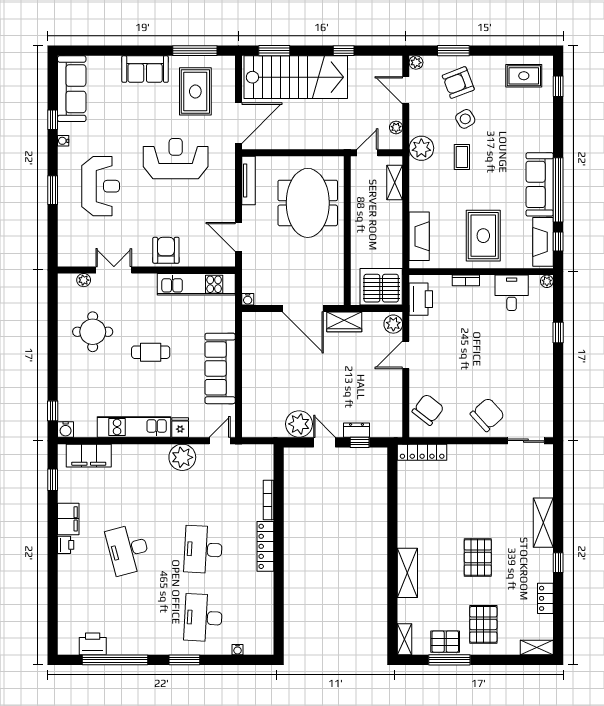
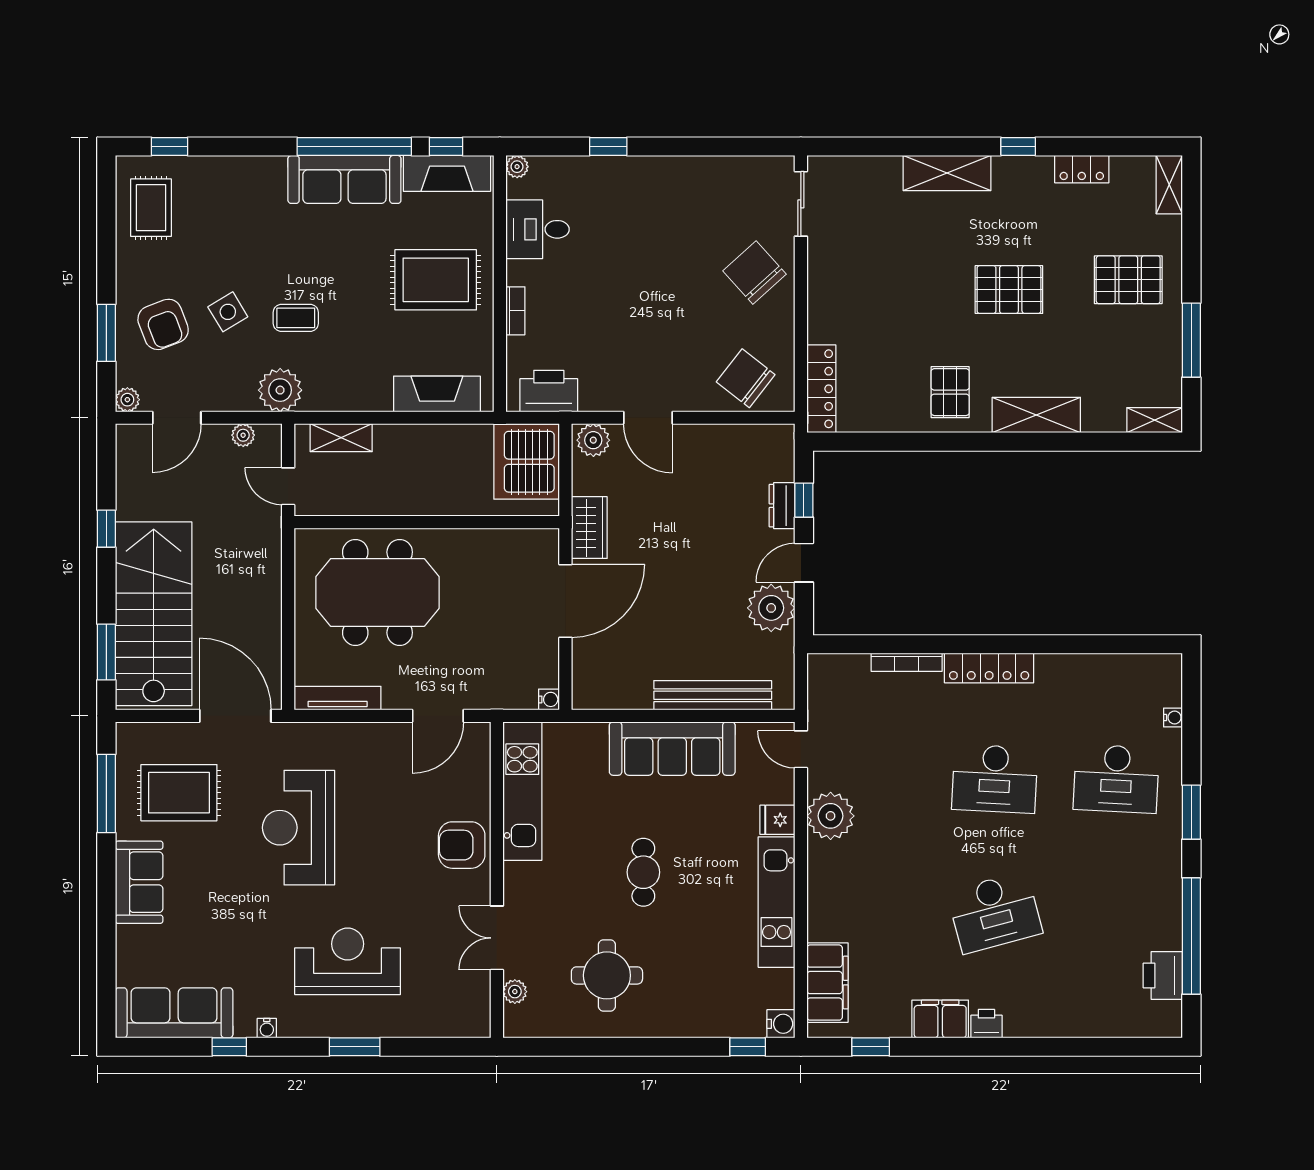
bench: (250, 391) -> (713, 695), added
pallet: (445, 642) -> (950, 392), moved

